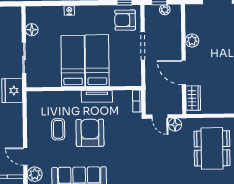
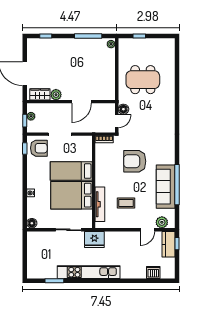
armchair: (125, 20) -> (39, 148), turned -90
floor lamp: (32, 30) -> (32, 223), moved
bed: (73, 61) -> (71, 195), width x1.50
tv unit: (97, 96) -> (100, 204), moved, width x1.41
wardrobe: (193, 98) -> (40, 94), moved
armchair: (90, 133) -> (135, 161), moved

